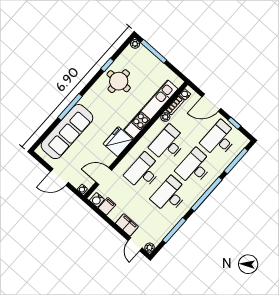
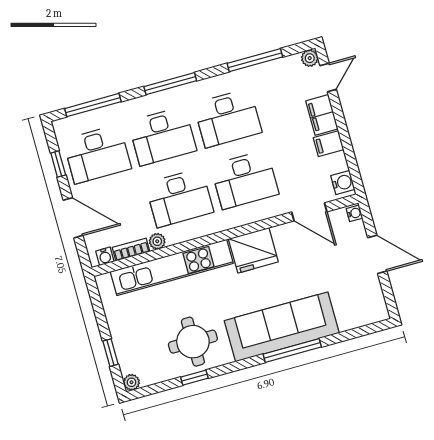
window: (154, 51) -> (110, 353), width x0.46
sofa: (67, 132) -> (282, 327), moved
window: (207, 194) -> (170, 84), width x0.68
filing cabinet: (107, 206) -> (328, 144), moved

